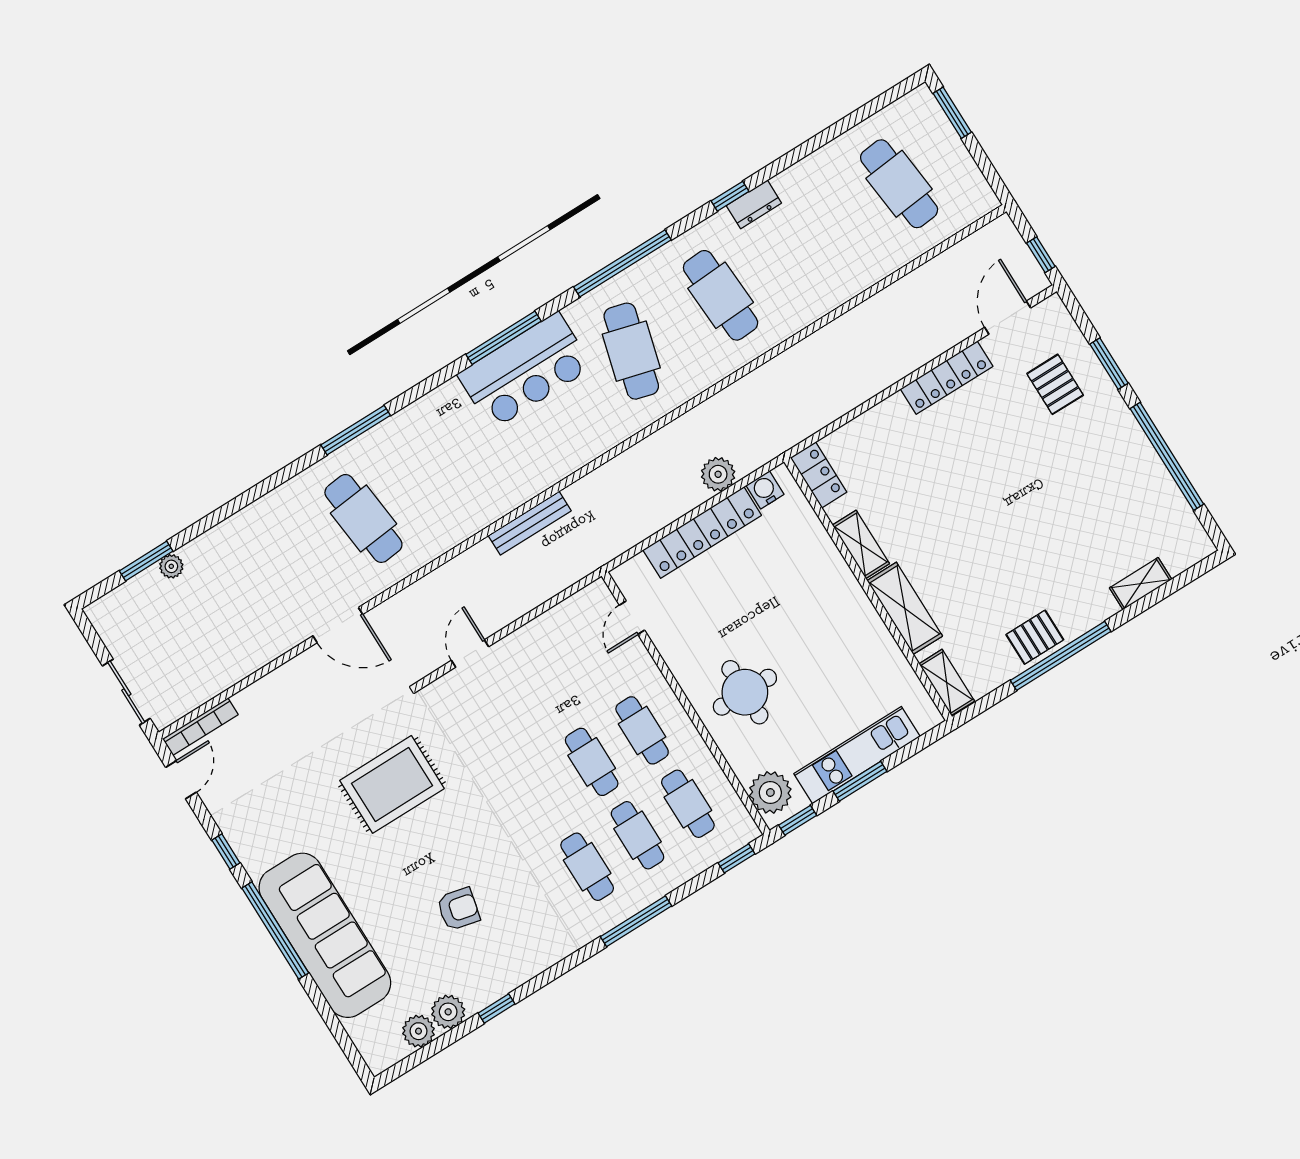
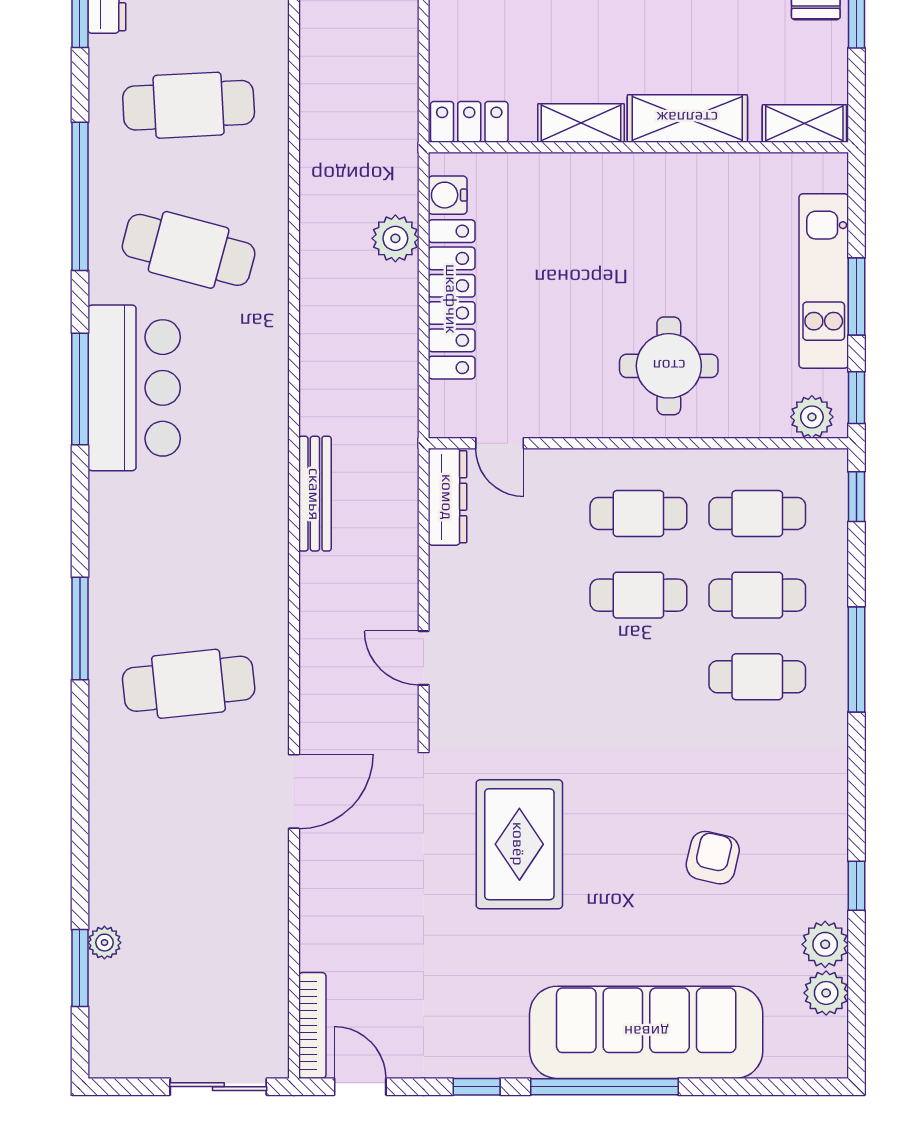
dresser: (579, 606) -> (448, 497), added
plant: (770, 792) -> (812, 417), width x0.73, depth x0.73

